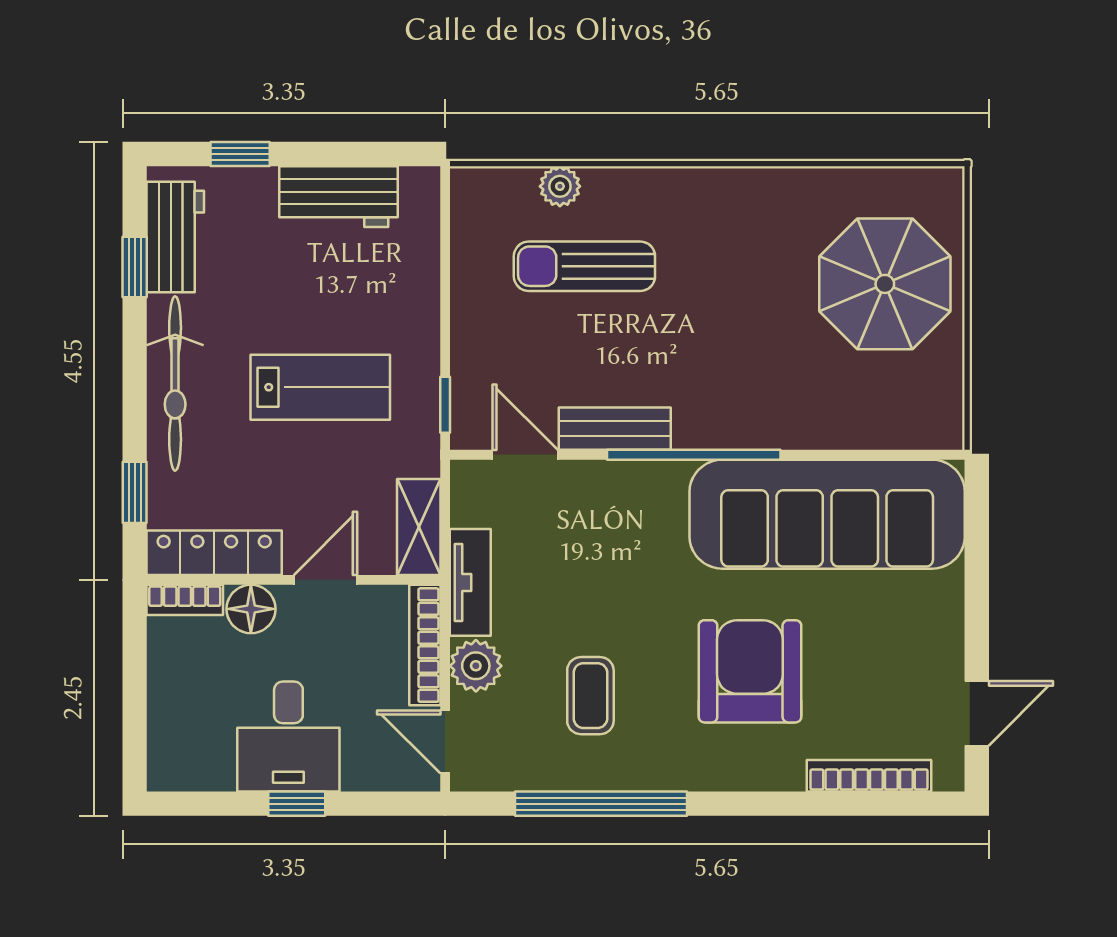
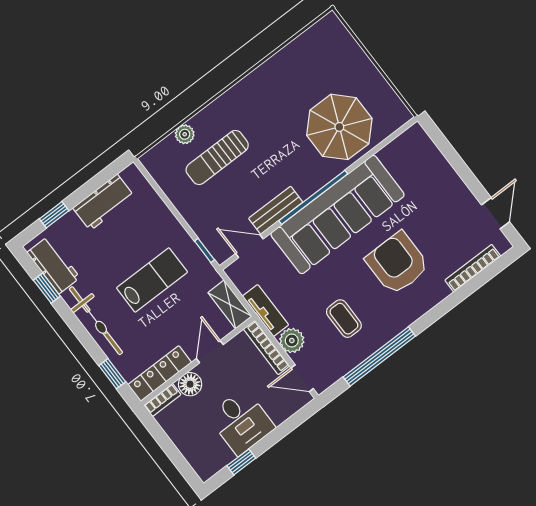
parasol: (885, 284) -> (339, 127), moved
sofa: (827, 514) -> (337, 214), moved
window: (297, 804) -> (241, 462), moved

